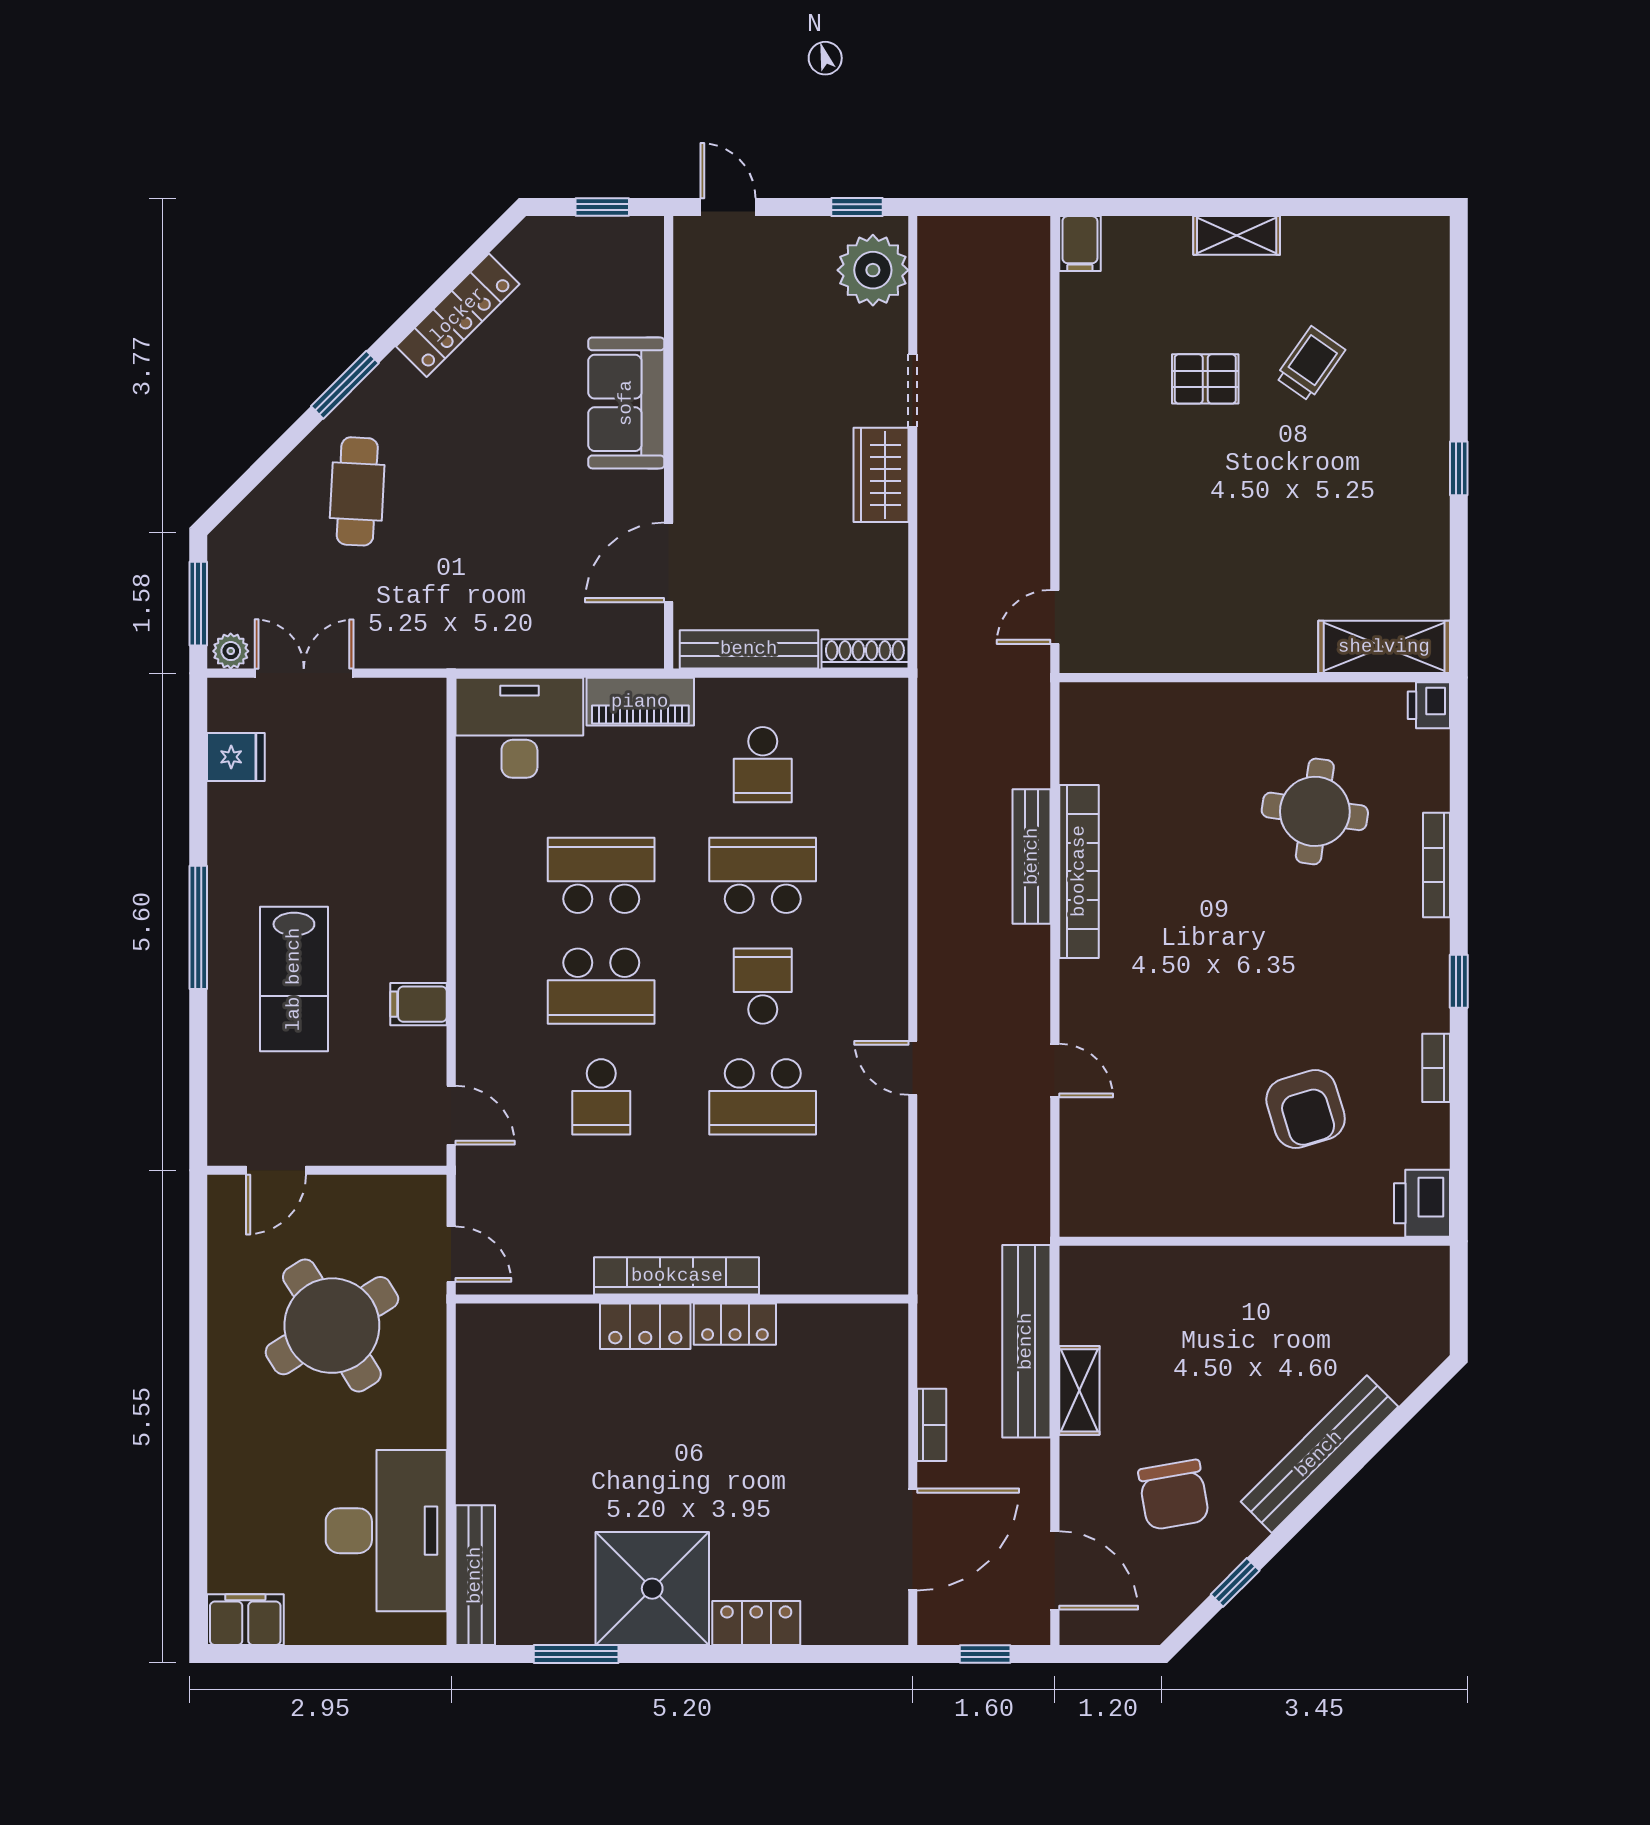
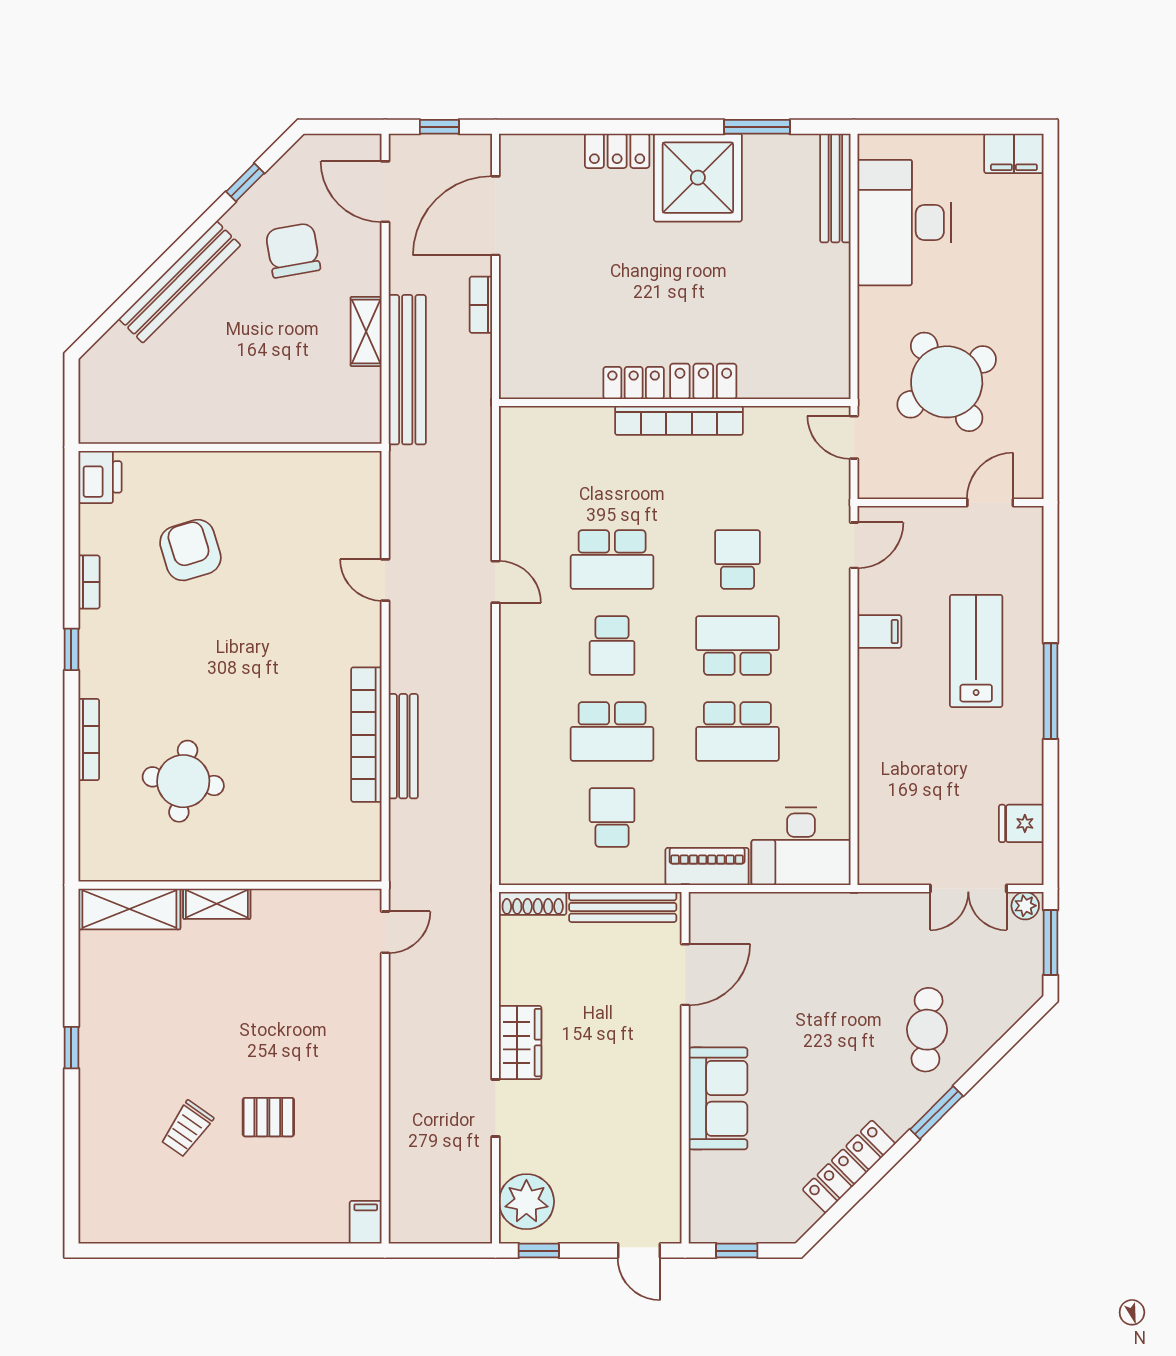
shelving: (1237, 235) -> (217, 904), moved
printer: (1429, 705) -> (95, 864), removed
school desk: (763, 1097) -> (612, 560), turned 180
door: (451, 1115) -> (854, 545), swing flipped

